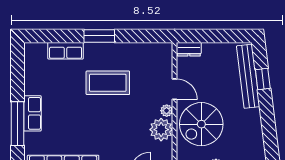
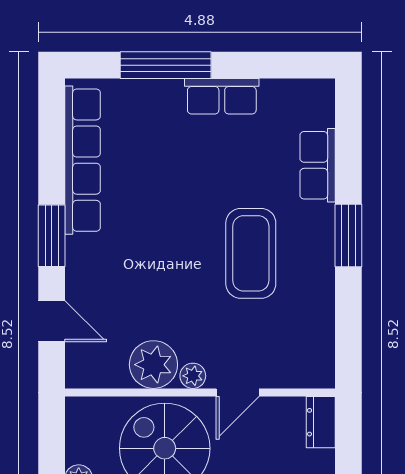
row of seats: (32, 113) -> (222, 96), moved

